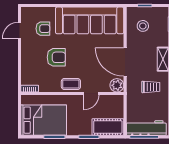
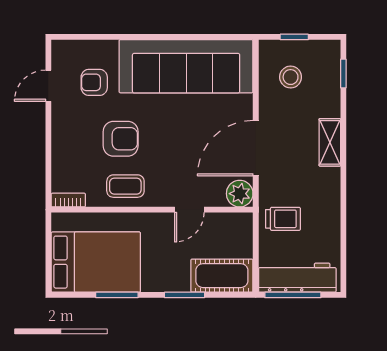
armchair: (43, 29) -> (94, 82), turned 180
door: (125, 62) -> (256, 148), hinge flipped
coffee table: (71, 84) -> (125, 186), moved
trolley: (151, 87) -> (283, 219), moved

